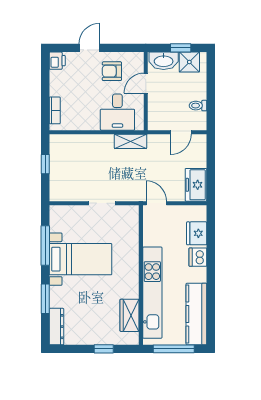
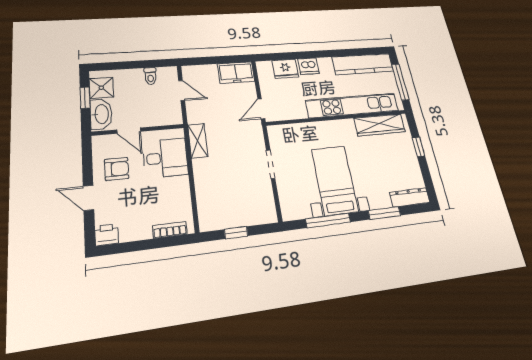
armchair: (112, 71) -> (117, 169), turned -90
wardrobe: (130, 315) -> (380, 125), width x1.50

